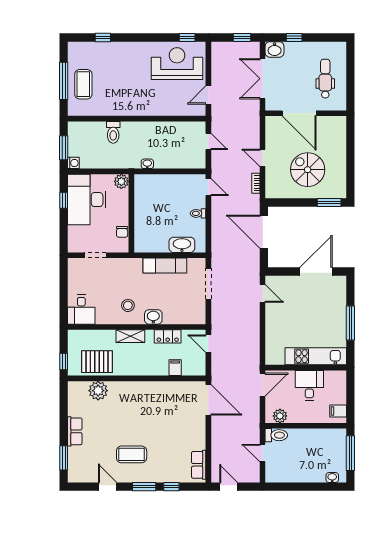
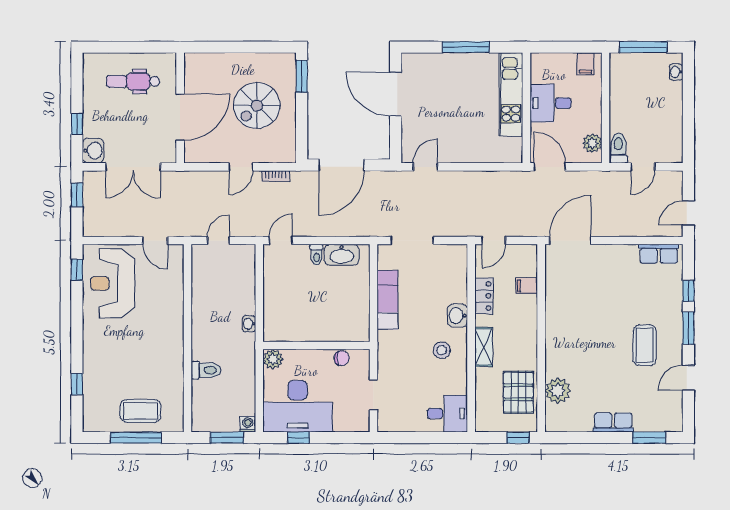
washbasin: (182, 245) -> (342, 255), moved, turned -90

